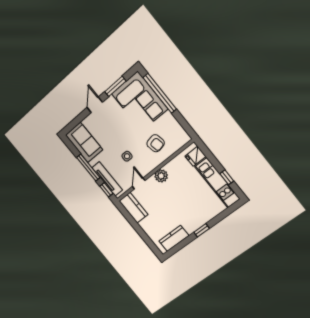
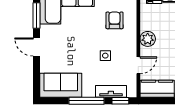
armchair: (156, 143) -> (115, 20), turned -79
tv unit: (107, 179) -> (111, 91), width x0.71
door: (139, 183) -> (138, 65), swing flipped

